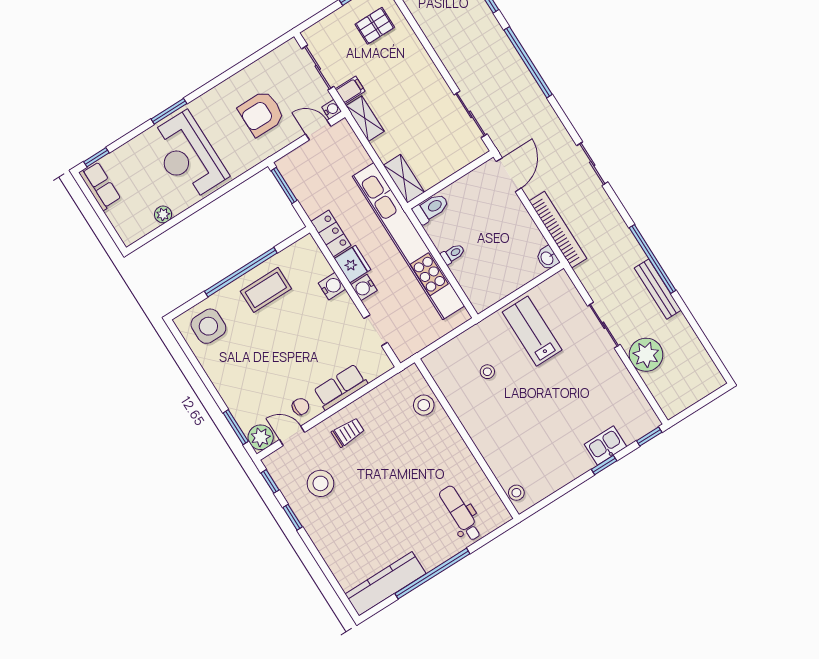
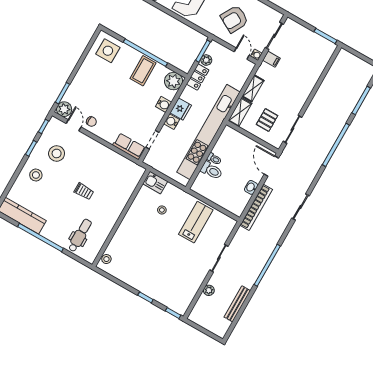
pallet: (375, 26) -> (267, 120), moved, turned 90
armchair: (261, 113) -> (234, 19), turned -61
shelving: (365, 119) -> (253, 88), moved
door: (509, 175) -> (271, 166), swing flipped
plant: (300, 188) -> (206, 60), added
toilet: (431, 208) -> (211, 170), moved
locker: (331, 233) -> (198, 77), moved
plant: (305, 253) -> (174, 81), added
washbasin: (547, 258) -> (251, 187), moved
bench: (658, 289) -> (237, 304), moved
coffee table: (266, 290) -> (143, 71), turned 90
plant: (646, 355) -> (209, 290), width x0.53, depth x0.53
row of seats: (340, 387) -> (129, 146), moved
stool: (424, 405) -> (36, 175), moved
trolley: (348, 432) -> (84, 191), moved
kitchen sink: (605, 445) -> (155, 183), moved, turned 180

